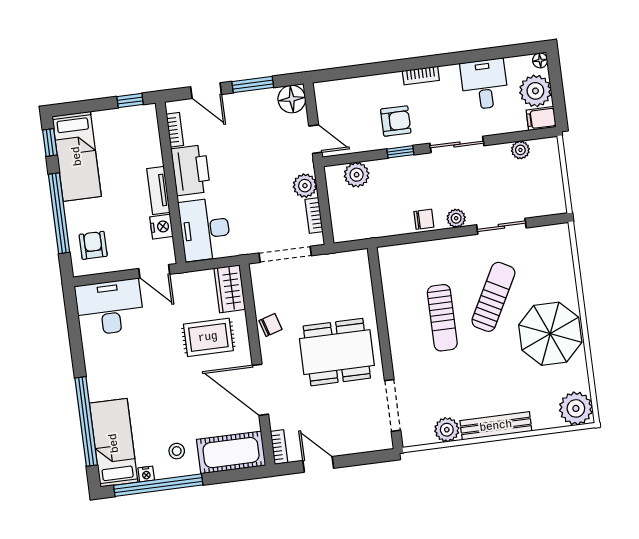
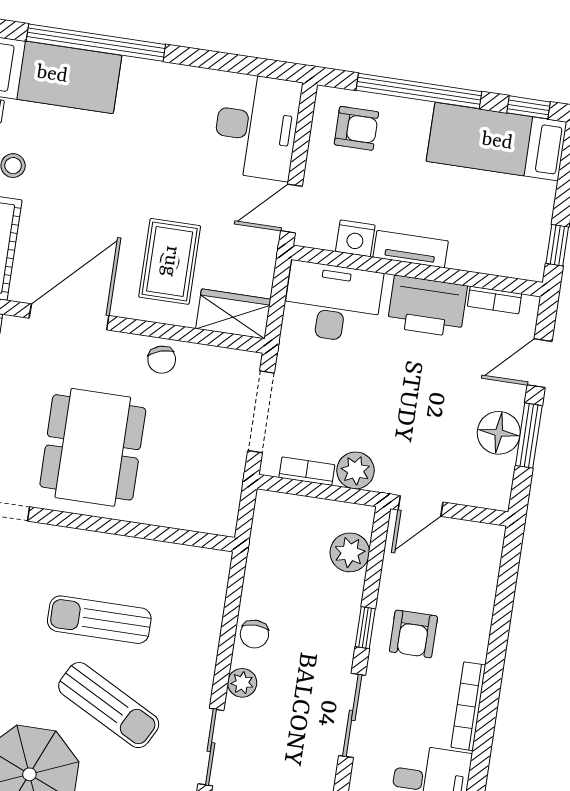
bookcase: (421, 76) -> (468, 706), width x1.56
floor lamp: (292, 99) -> (499, 433), moved

